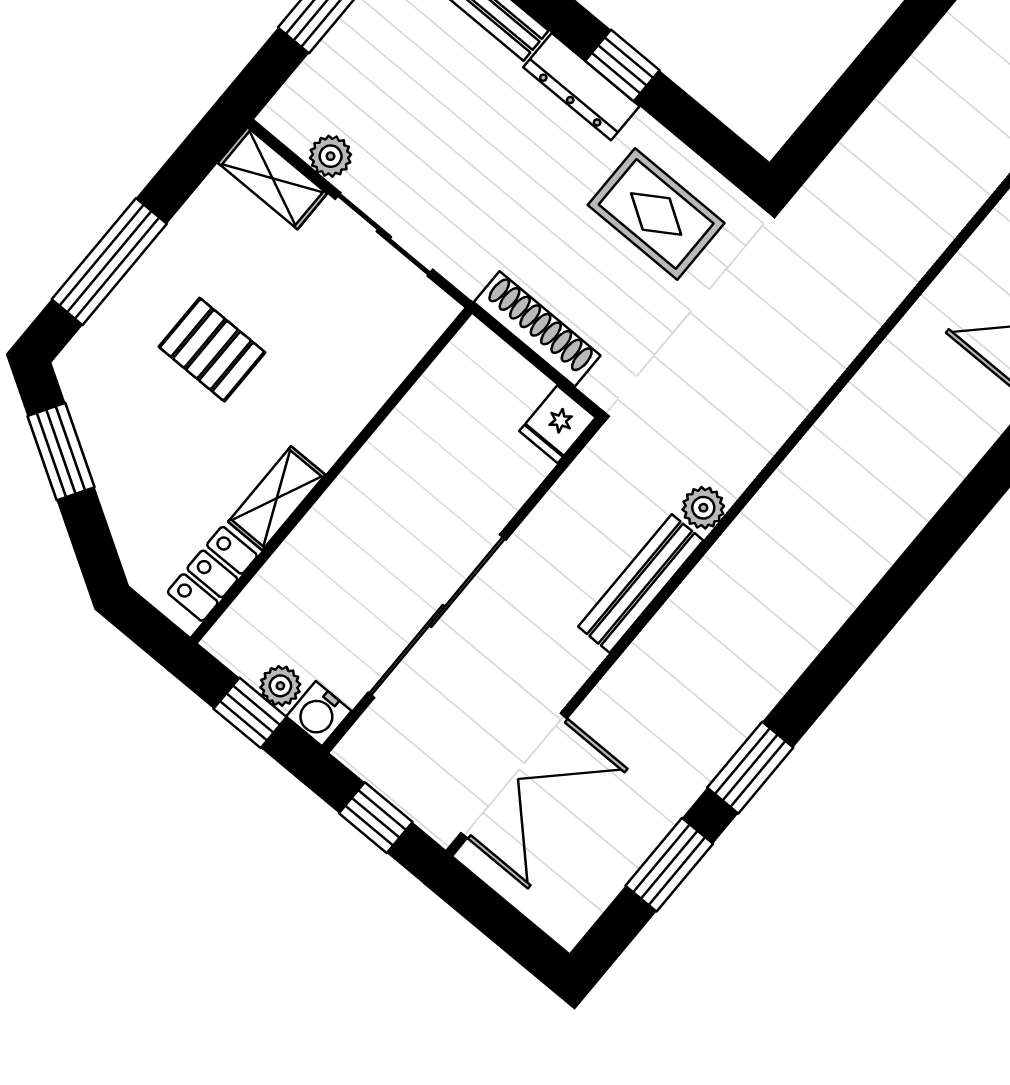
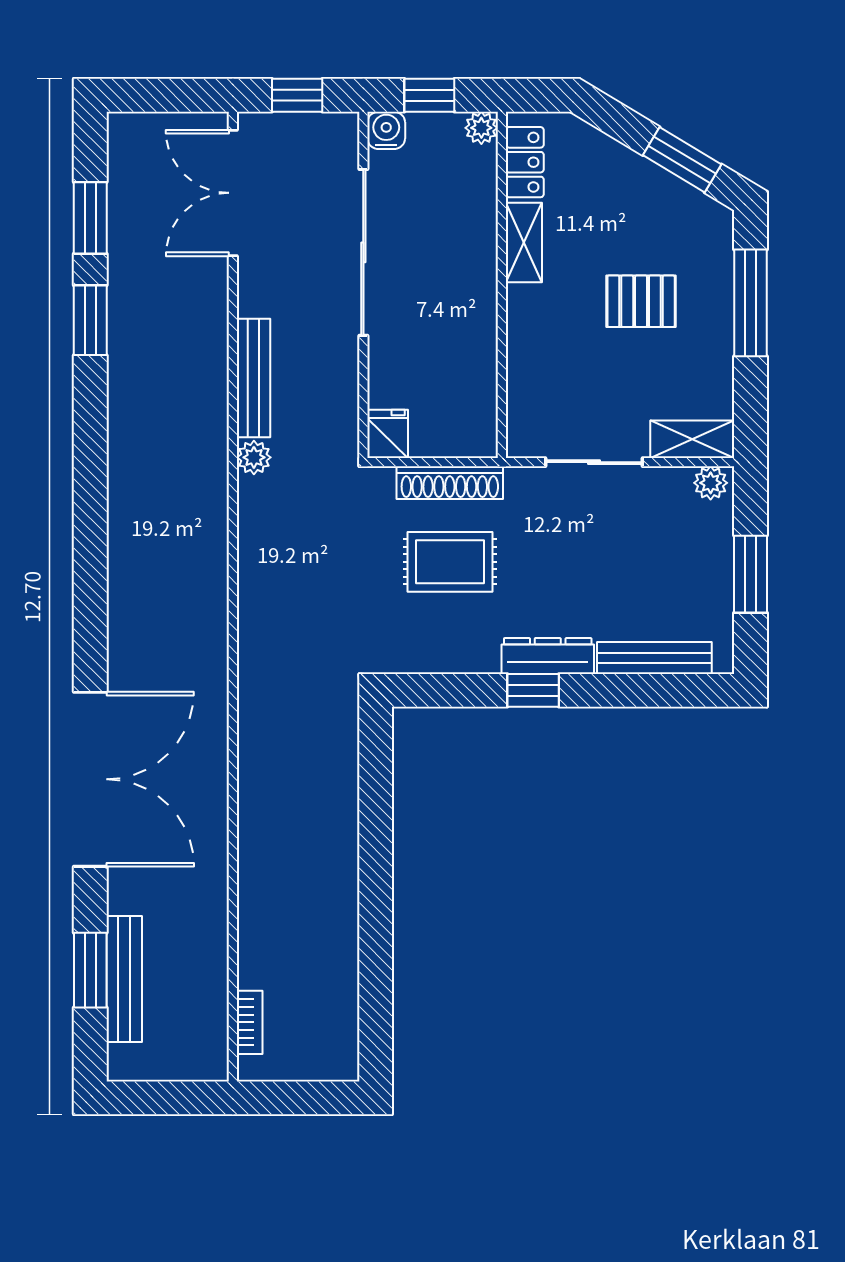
plant: (331, 156) -> (711, 483), moved
rug: (656, 214) -> (450, 562), moved
plant: (280, 686) -> (481, 128), moved

